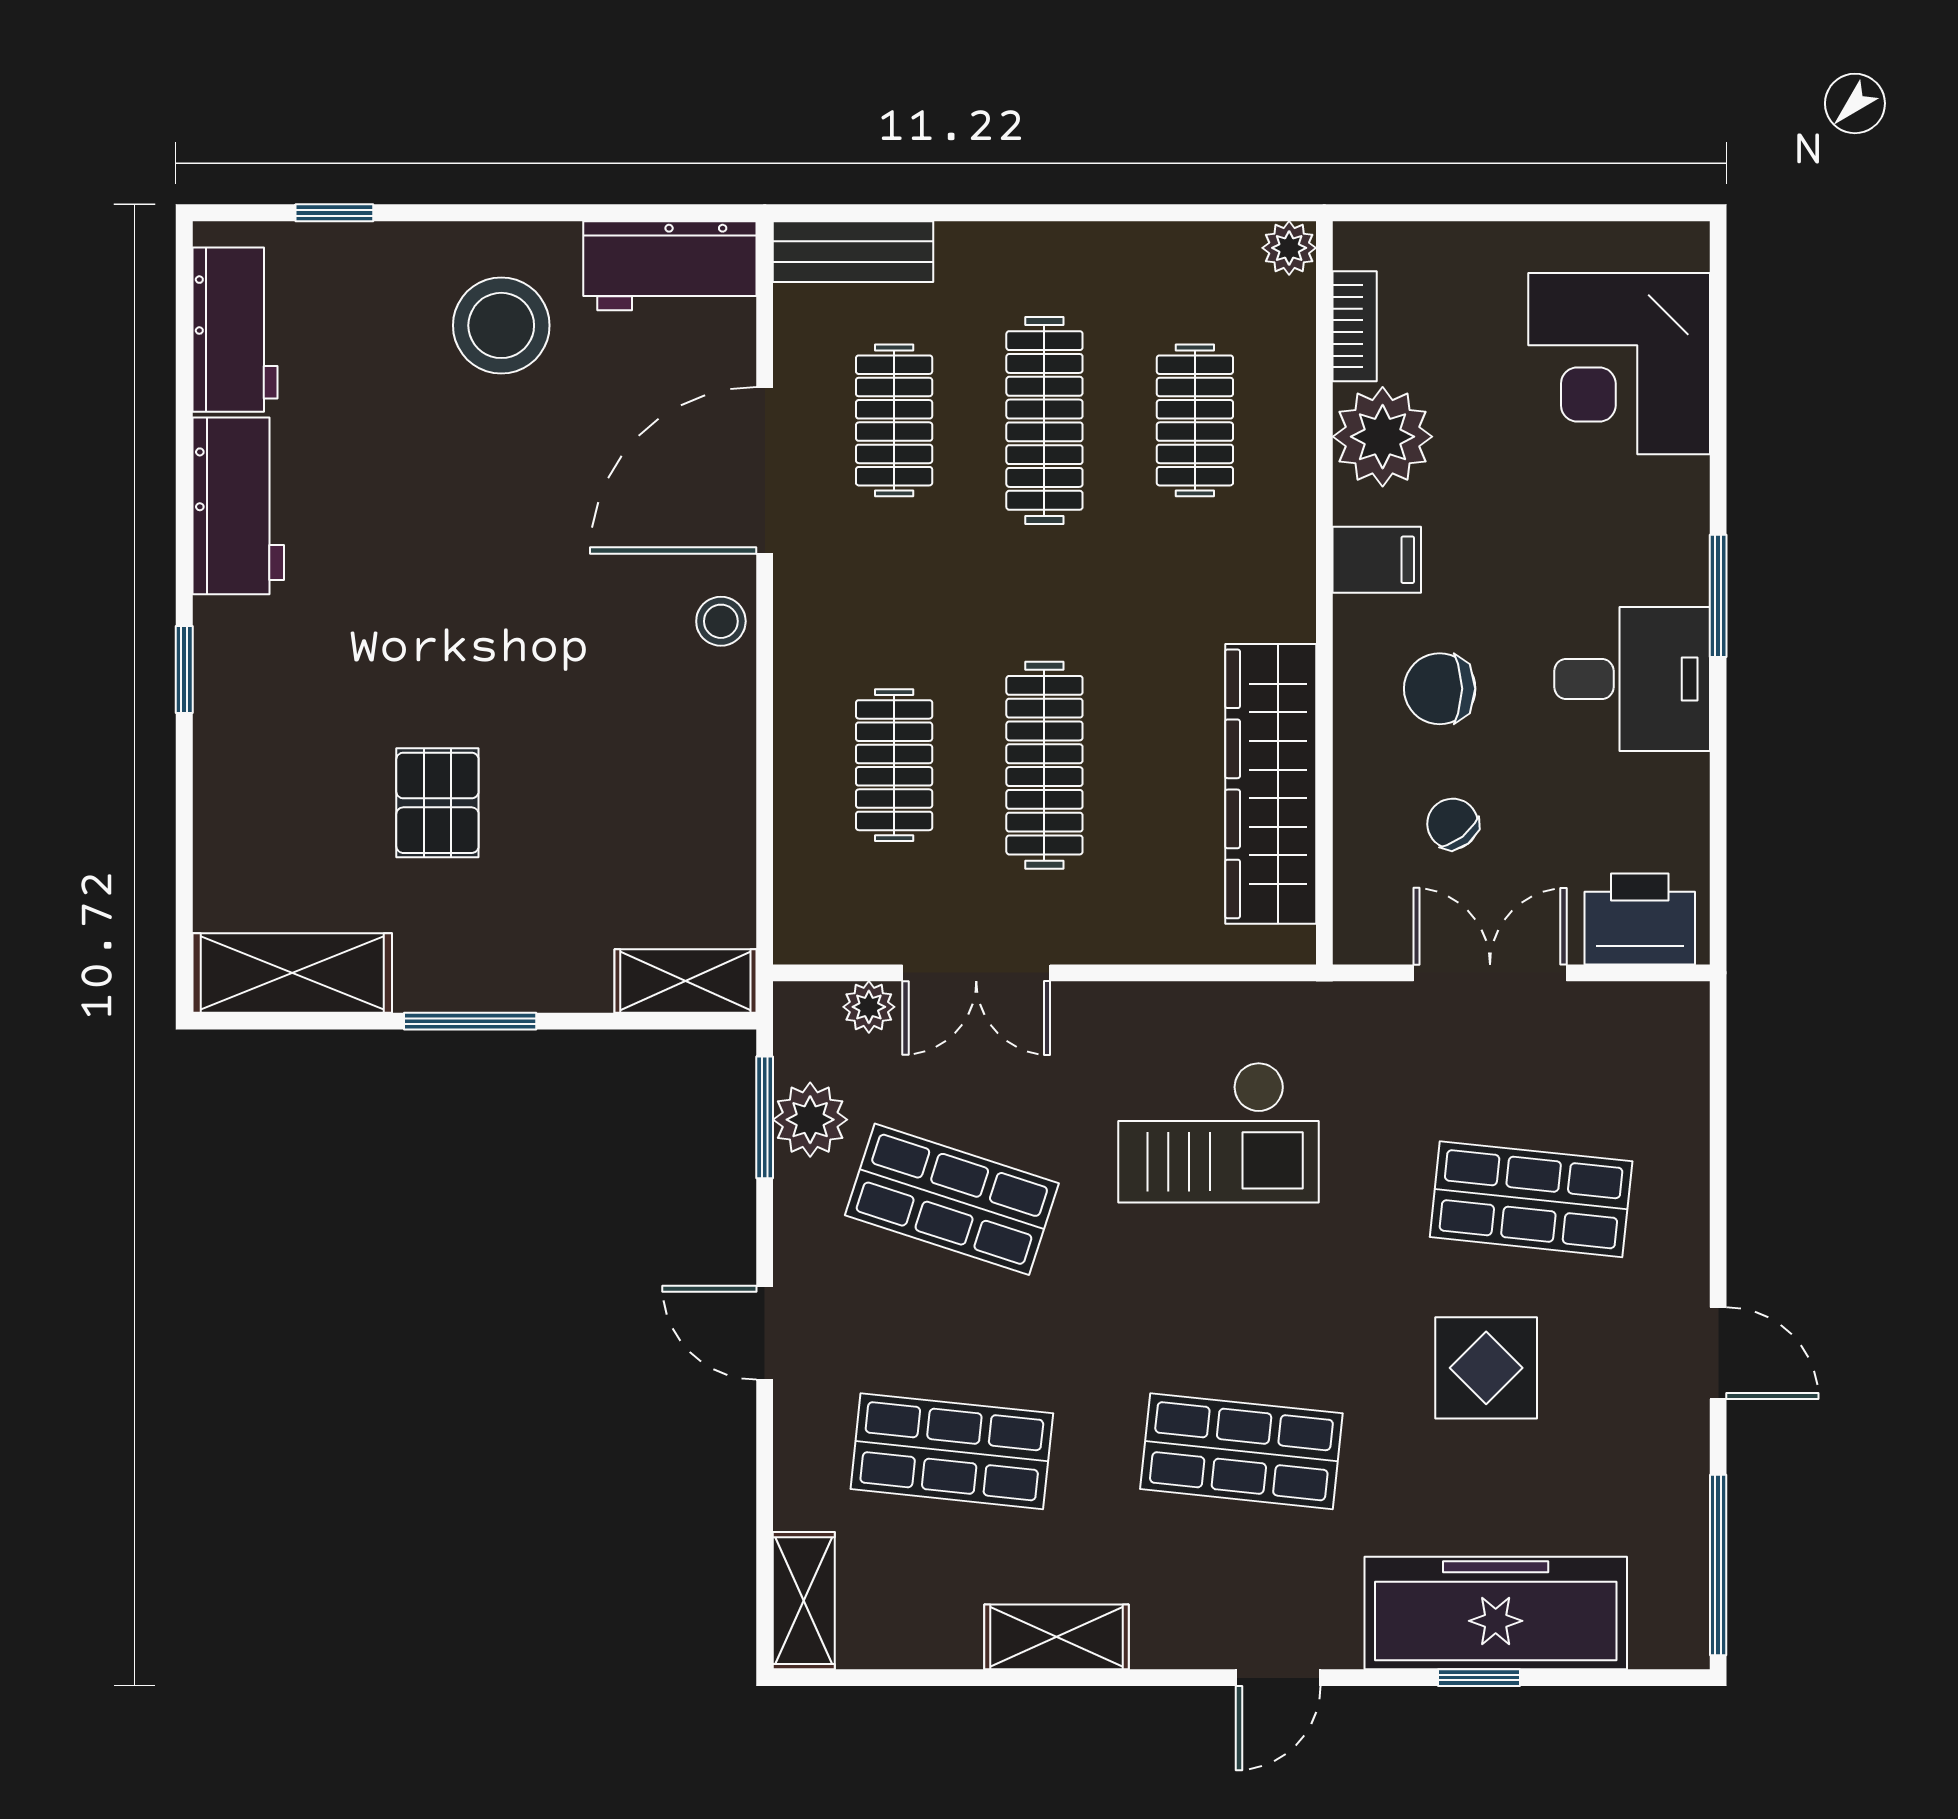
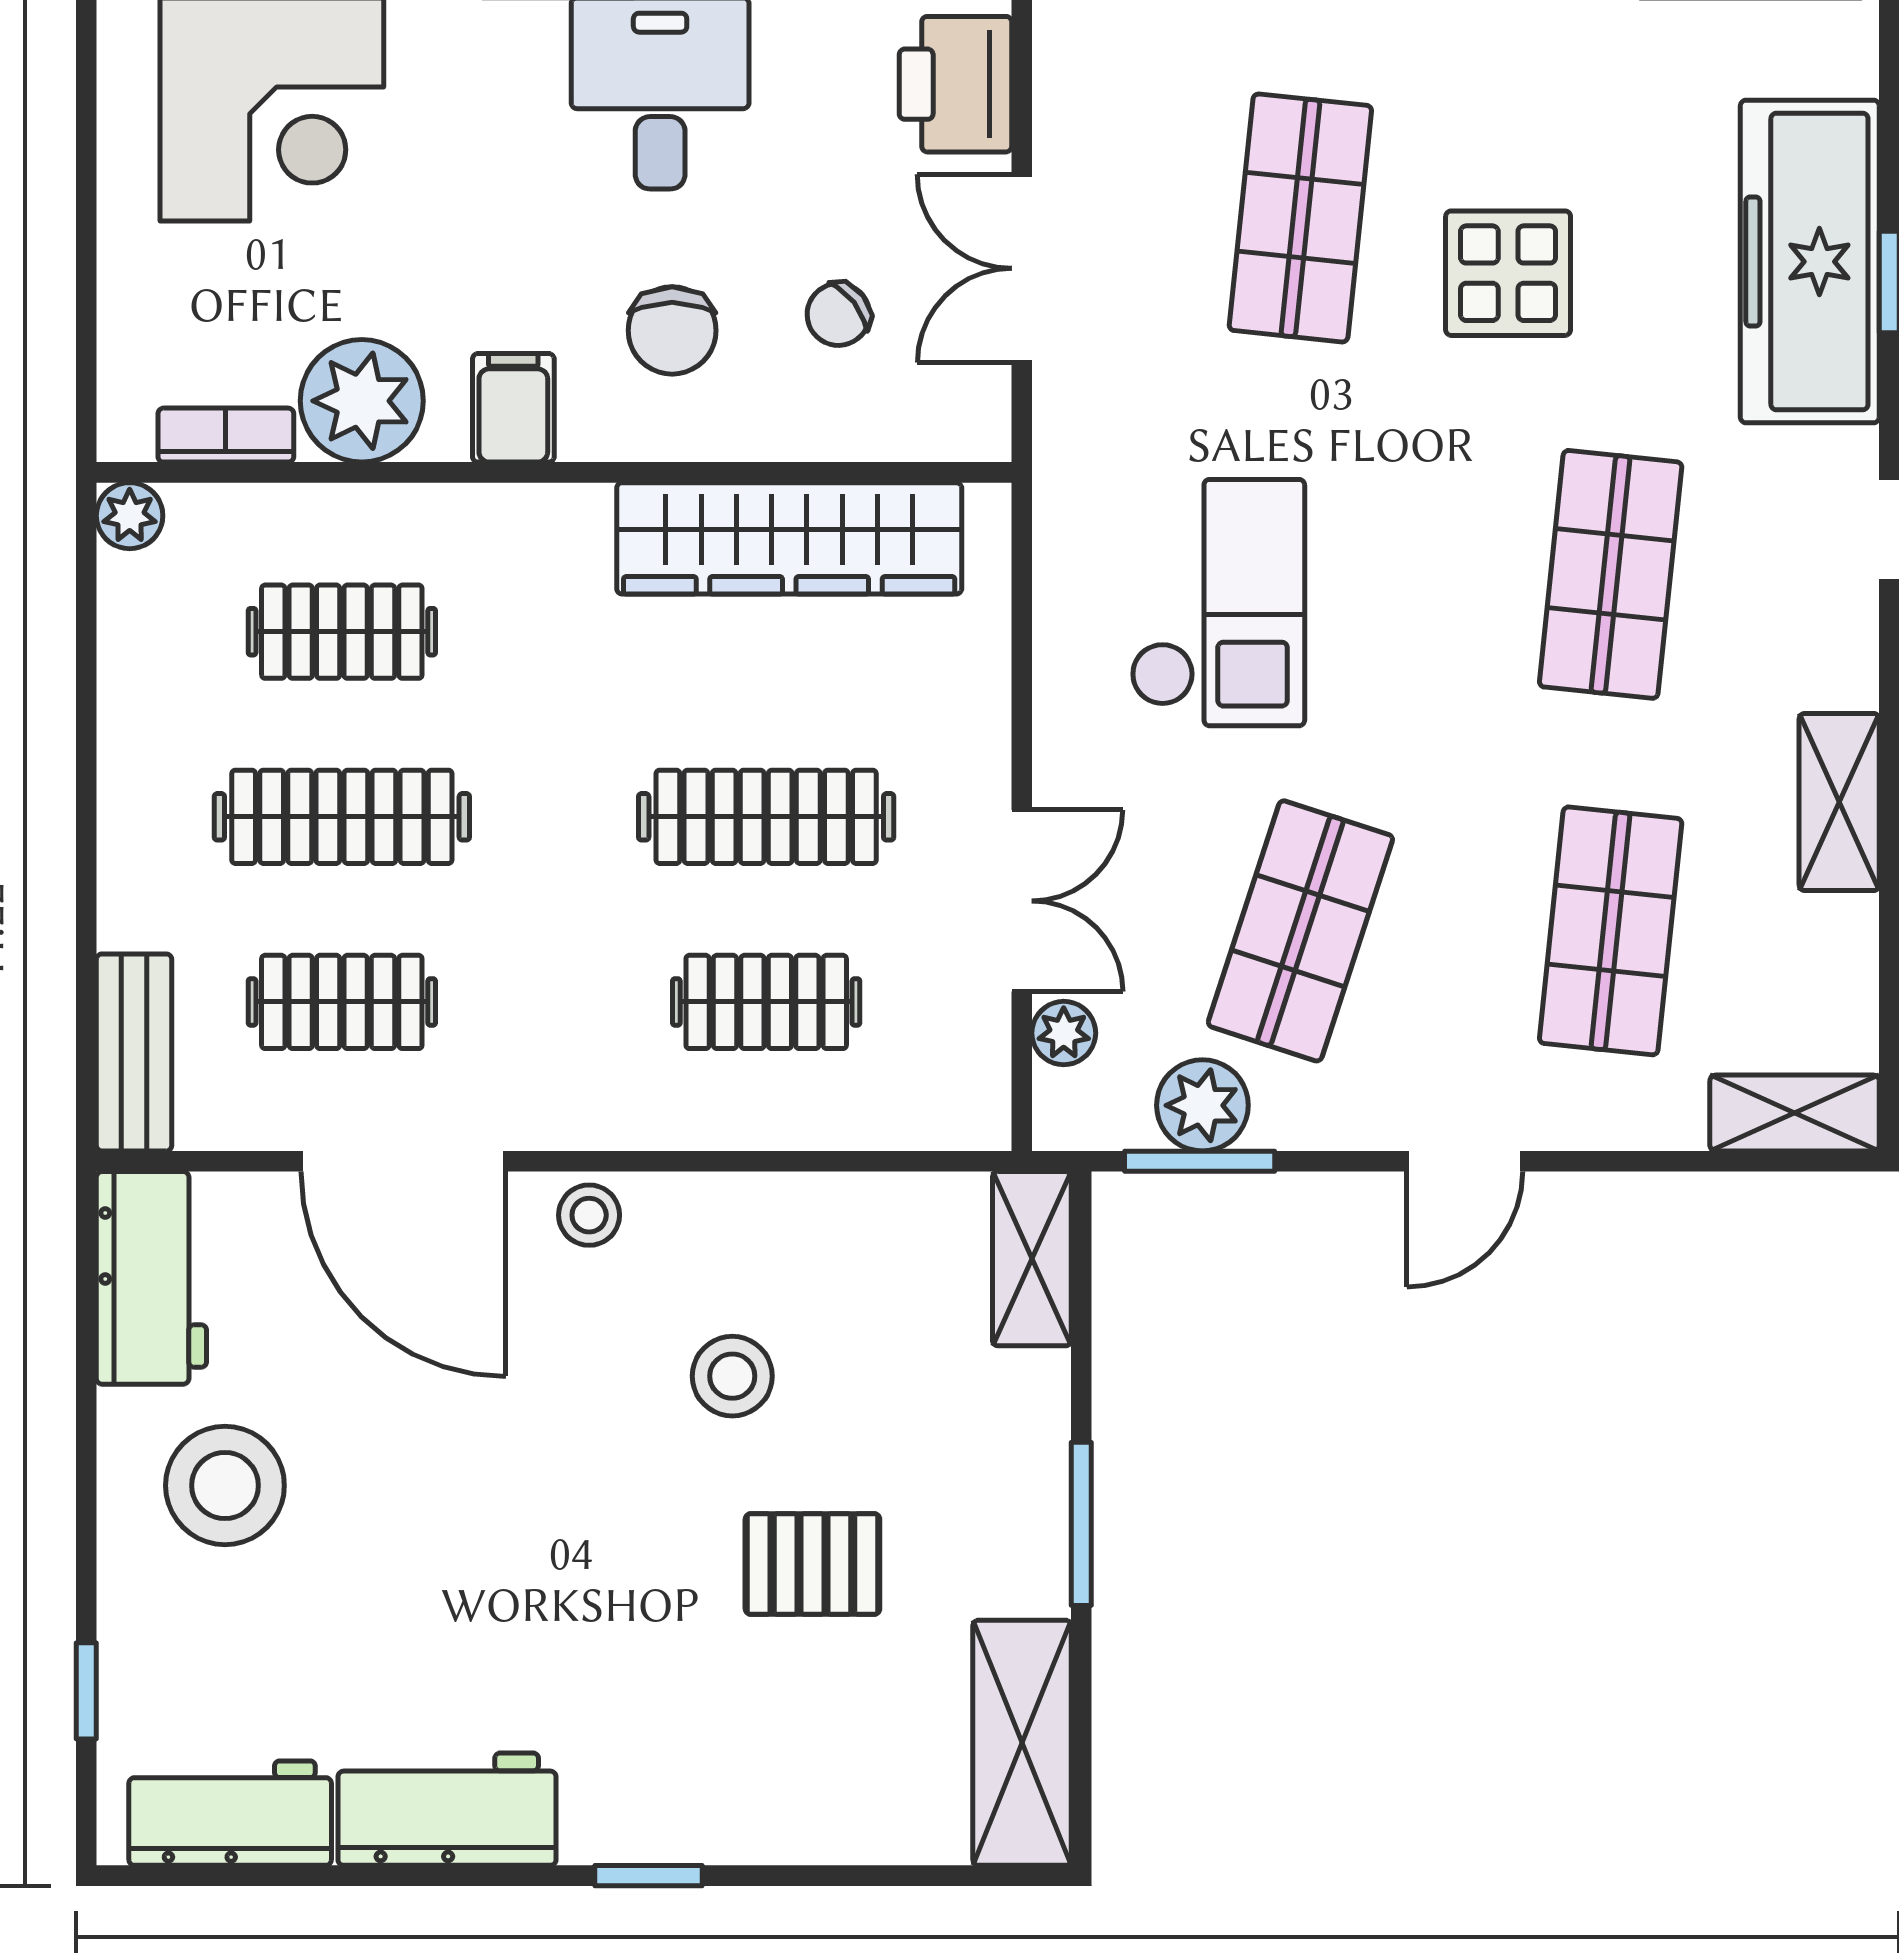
stool: (590, 738) -> (732, 1376), added

